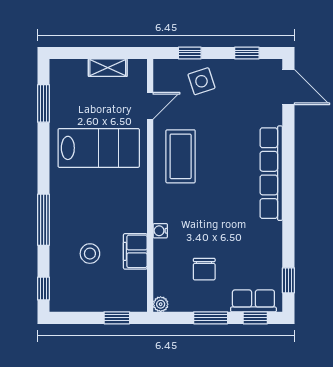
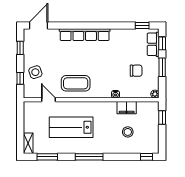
shelving: (108, 68) -> (28, 143), moved
lab bench: (99, 148) -> (71, 127), turned -90
window: (44, 220) -> (89, 157), moved

